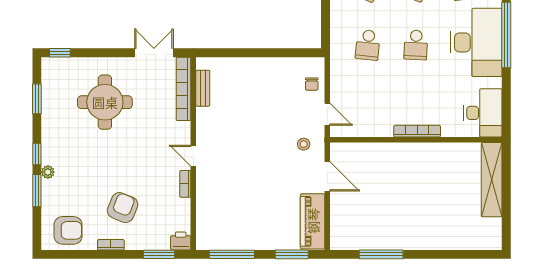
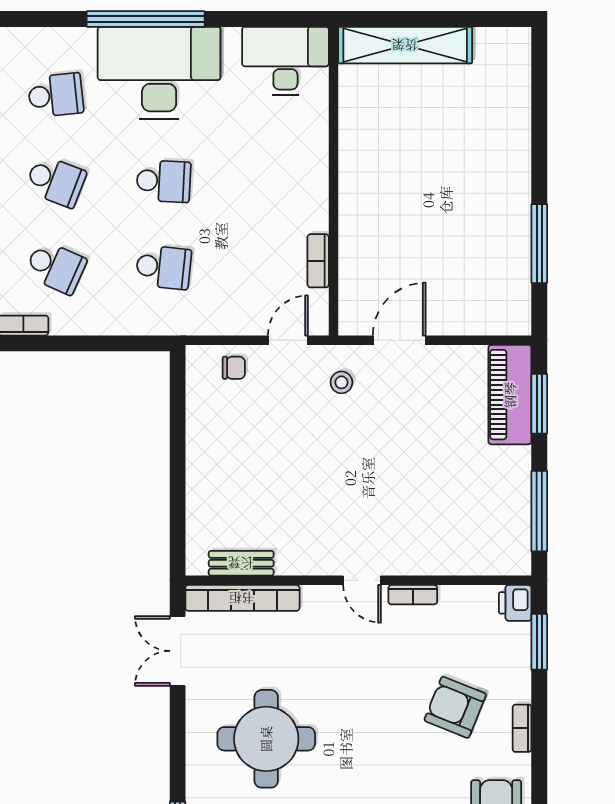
bookcase: (417, 131) -> (318, 261), moved, width x0.64
door: (193, 156) -> (362, 580), hinge flipped
piano: (313, 221) -> (510, 395), moved, turned 90

